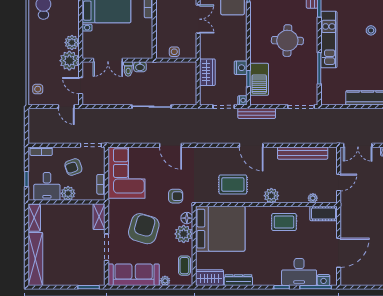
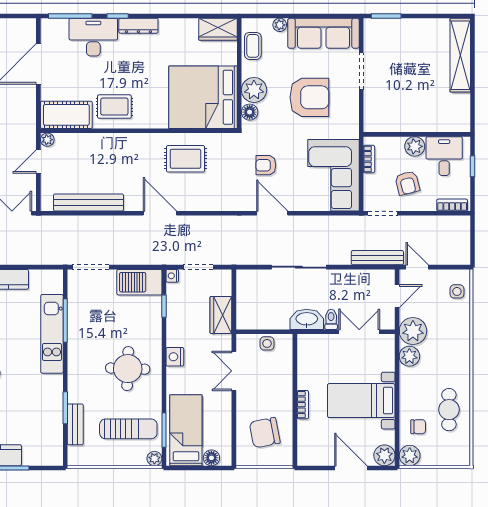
double door: (198, 19) -> (234, 371), moved
kitchen unit: (329, 40) -> (52, 334), moved
round table: (287, 41) -> (128, 369), moved
washbasin: (140, 67) -> (307, 319), width x1.91, depth x1.45
nightstand: (241, 68) -> (175, 357), moved
barbecue: (259, 79) -> (139, 282), moved, turned -90
door: (81, 86) -> (397, 296), hinge flipped
bench: (257, 113) -> (377, 258), moved
armchair: (73, 167) -> (407, 183), turned 95
armchair: (176, 196) -> (266, 165), moved
plant: (271, 196) -> (132, 143), removed
plant: (313, 198) -> (47, 140), moved
cot: (324, 214) -> (66, 115), width x1.37, depth x1.34
shelving: (99, 217) -> (372, 114), removed
shelving: (34, 218) -> (462, 113), removed
armchair: (144, 229) -> (309, 97), turned -106
dresser: (238, 280) -> (138, 26), moved
nightstand: (324, 280) -> (59, 26), removed

